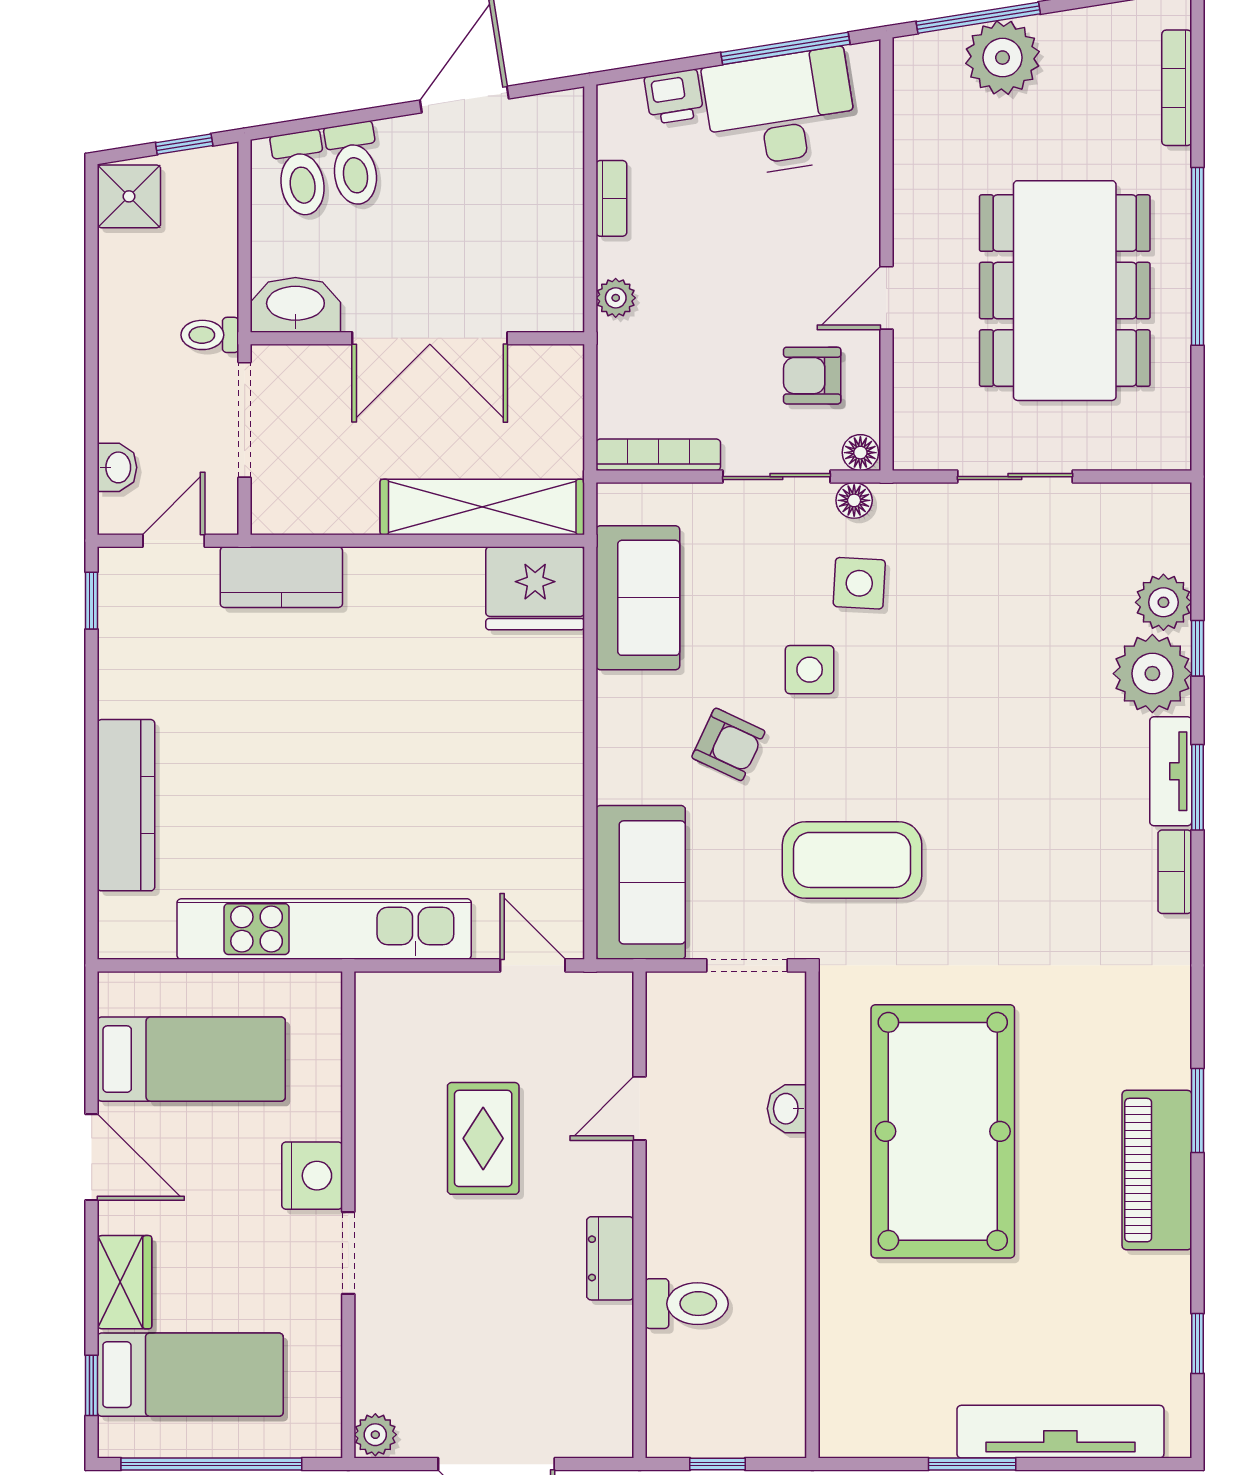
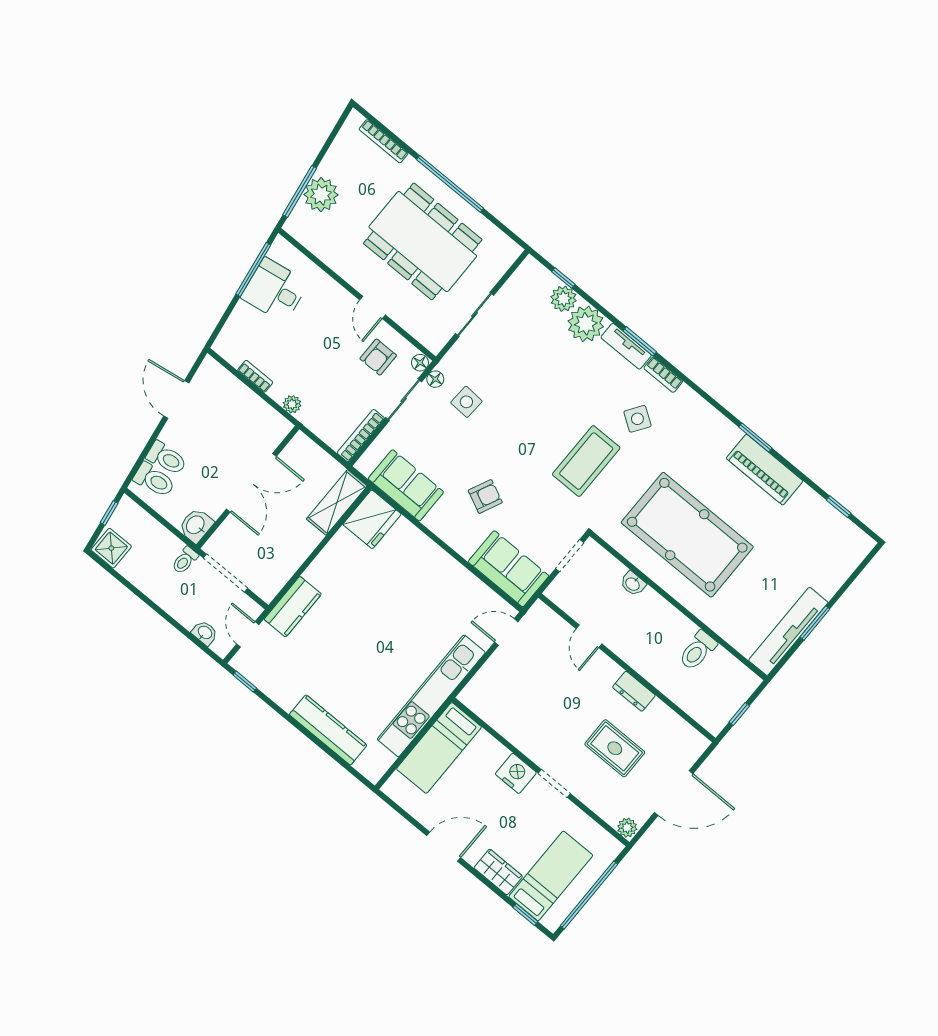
printer: (674, 97) -> (238, 324), removed
desk: (781, 113) -> (275, 290), width x0.73
washbasin: (295, 305) -> (196, 525), width x0.72
shelving: (482, 507) -> (337, 502), width x0.68
window: (1197, 648) -> (563, 278), moved
side table: (810, 670) -> (637, 419), moved, turned 34
coffee table: (852, 860) -> (586, 461), moved
bed: (191, 1059) -> (439, 748), moved, turned 180
rug: (483, 1138) -> (615, 748), moved
toilet: (687, 1304) -> (698, 651), moved, turned 180
tv unit: (1060, 1432) -> (788, 631), moved

